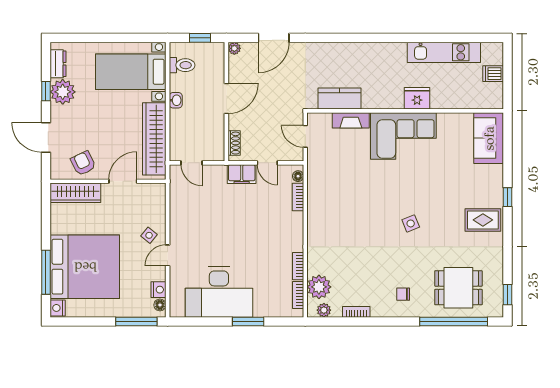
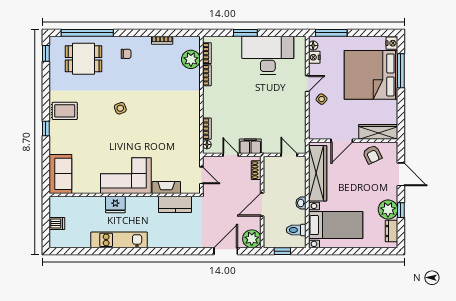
plant: (234, 48) -> (252, 239), width x1.88, depth x1.88
kitchen unit: (444, 52) -> (119, 240), moved
plant: (324, 310) -> (187, 41), removed

